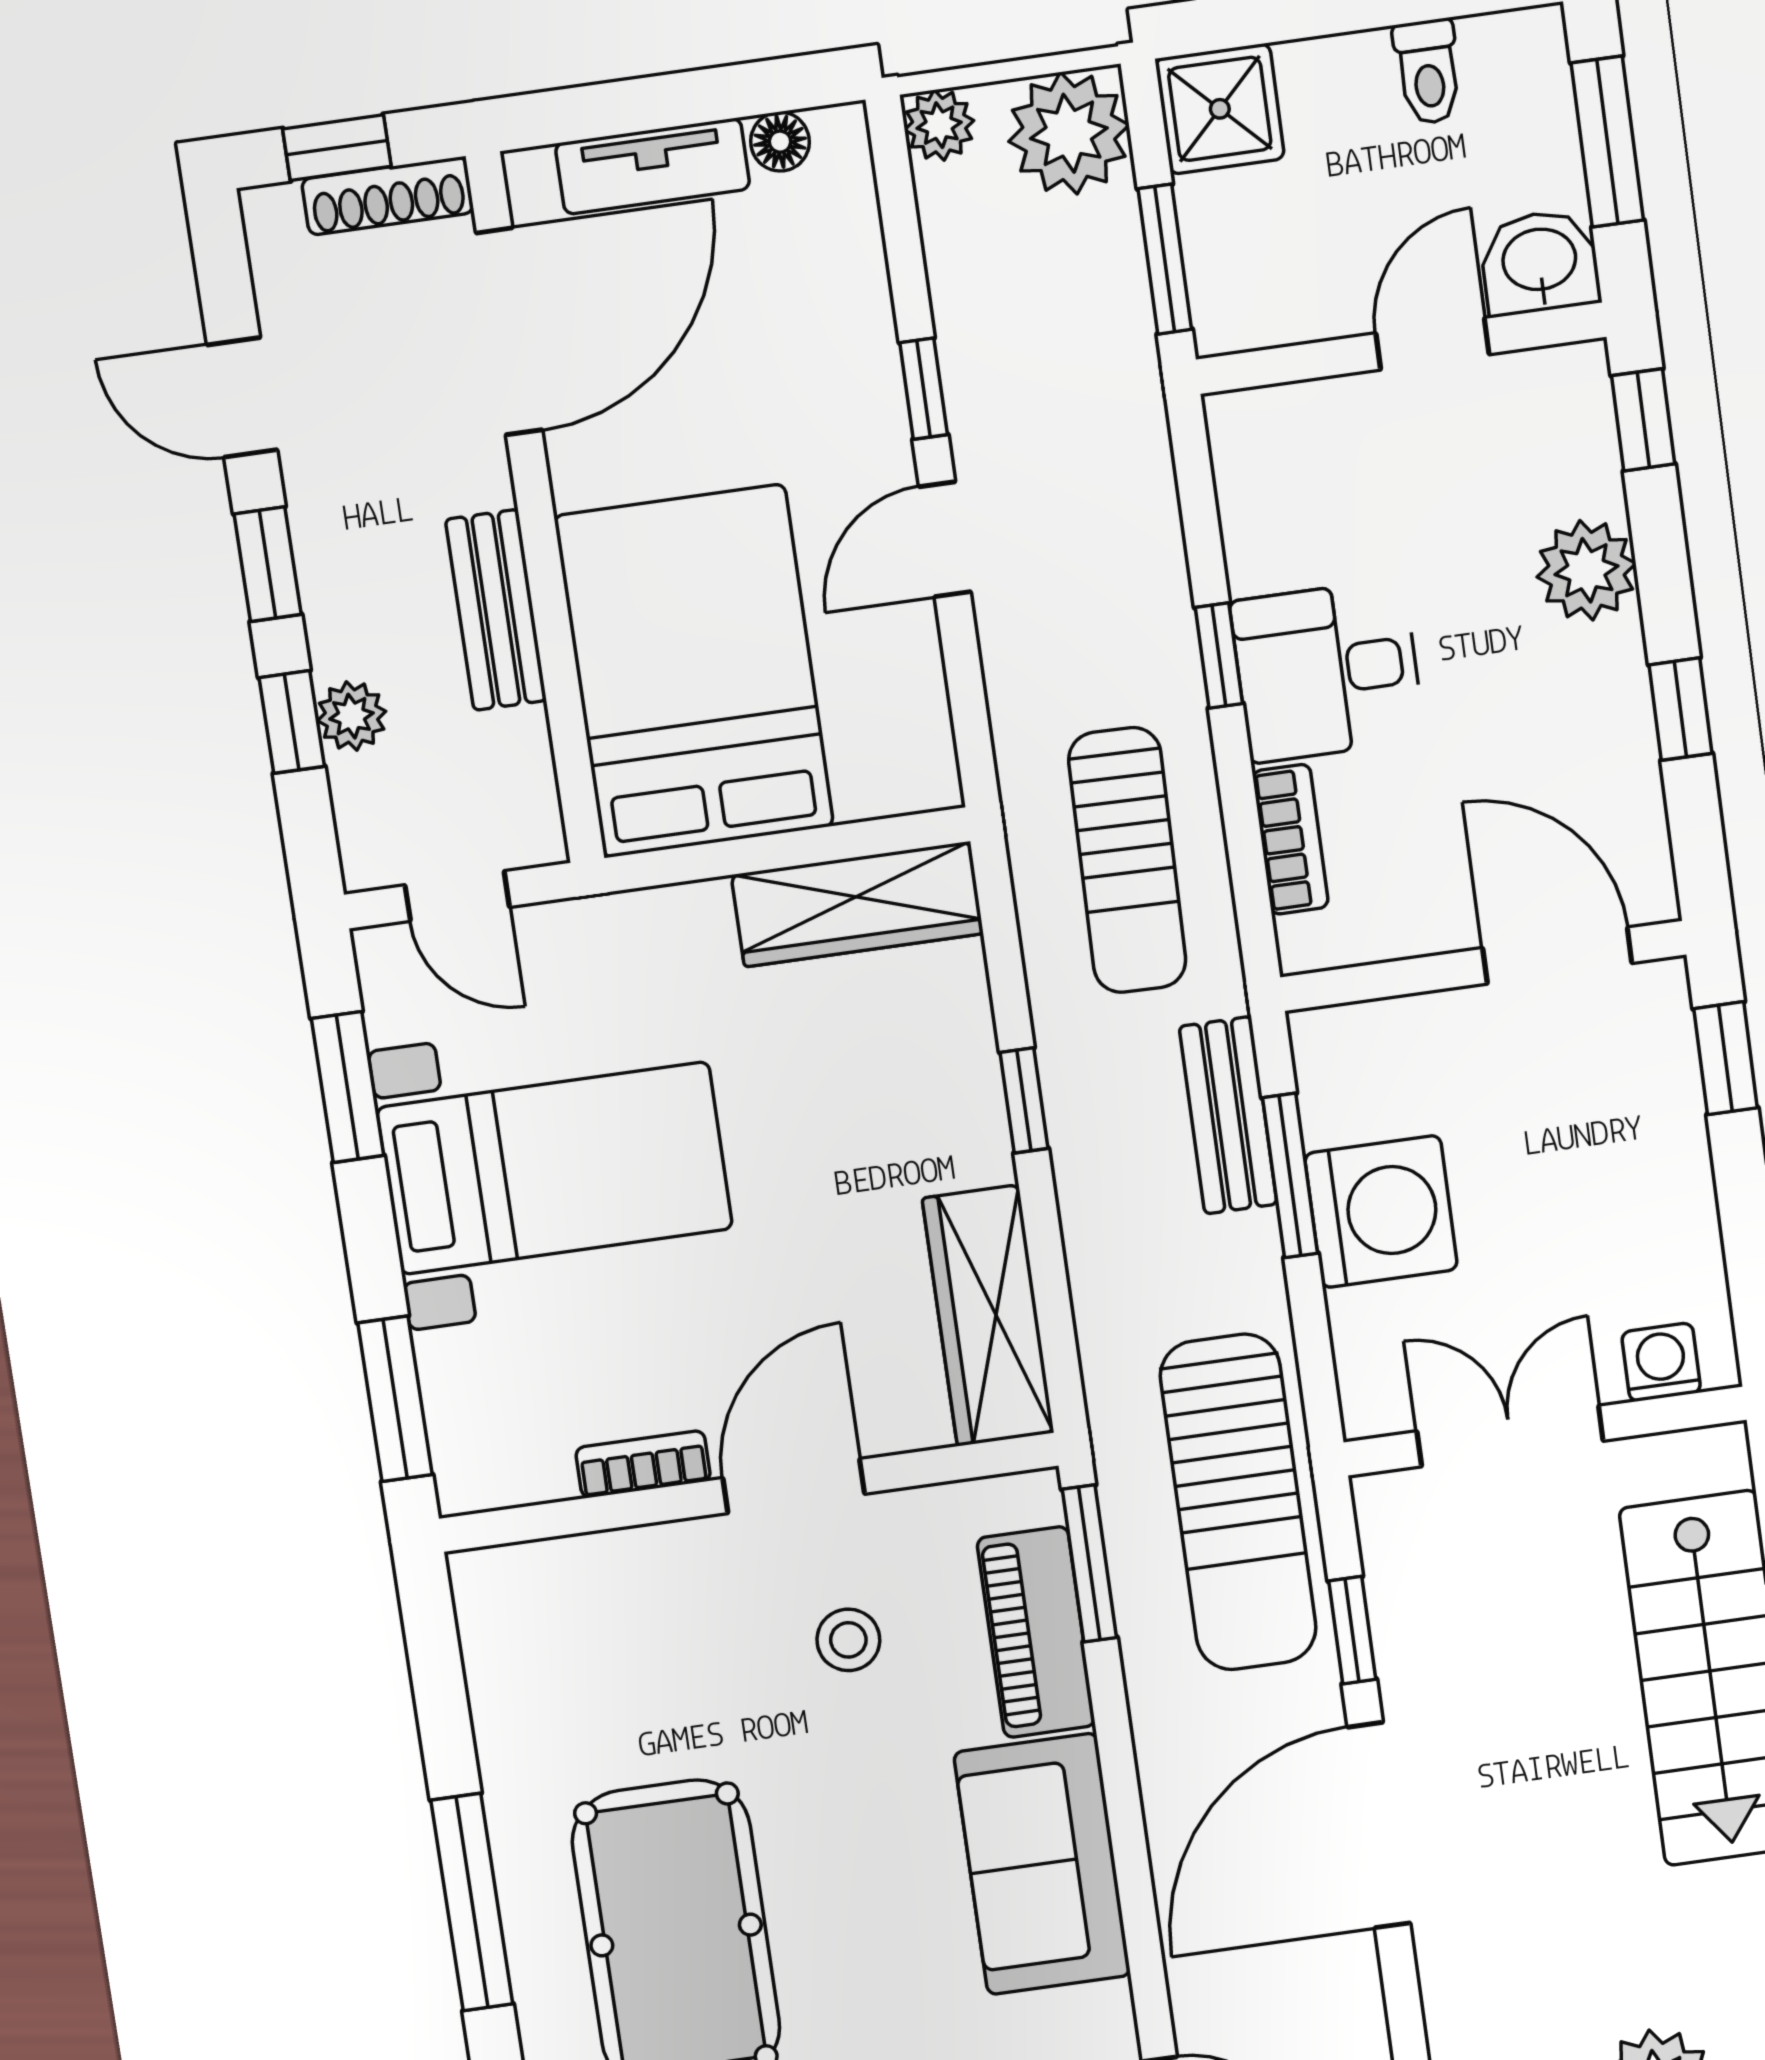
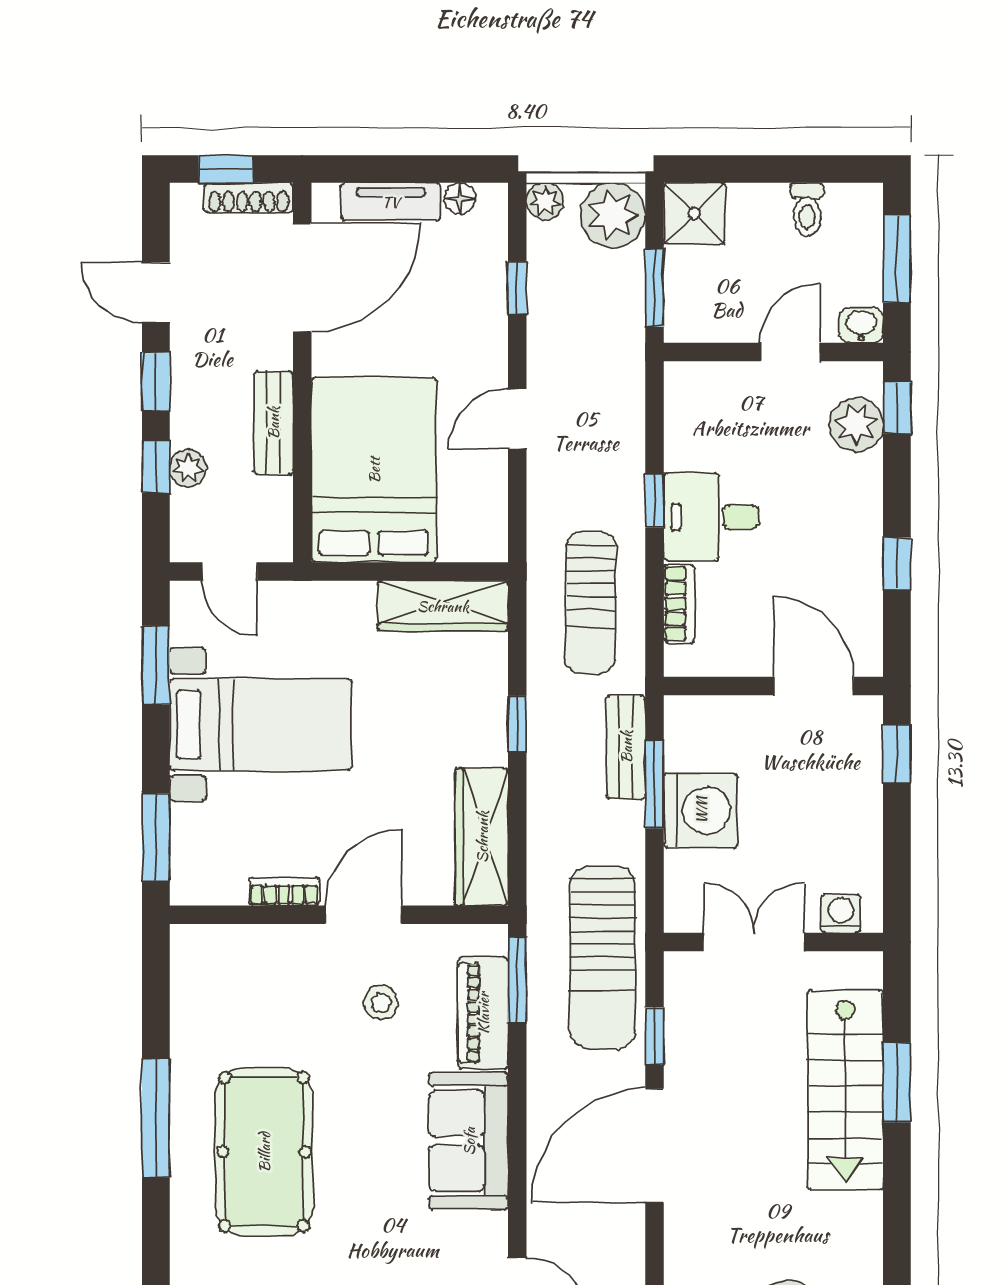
washbasin: (1540, 262) -> (861, 325), width x0.72, depth x0.69
window: (924, 389) -> (517, 288), moved
plant: (1586, 570) -> (856, 425), moved

